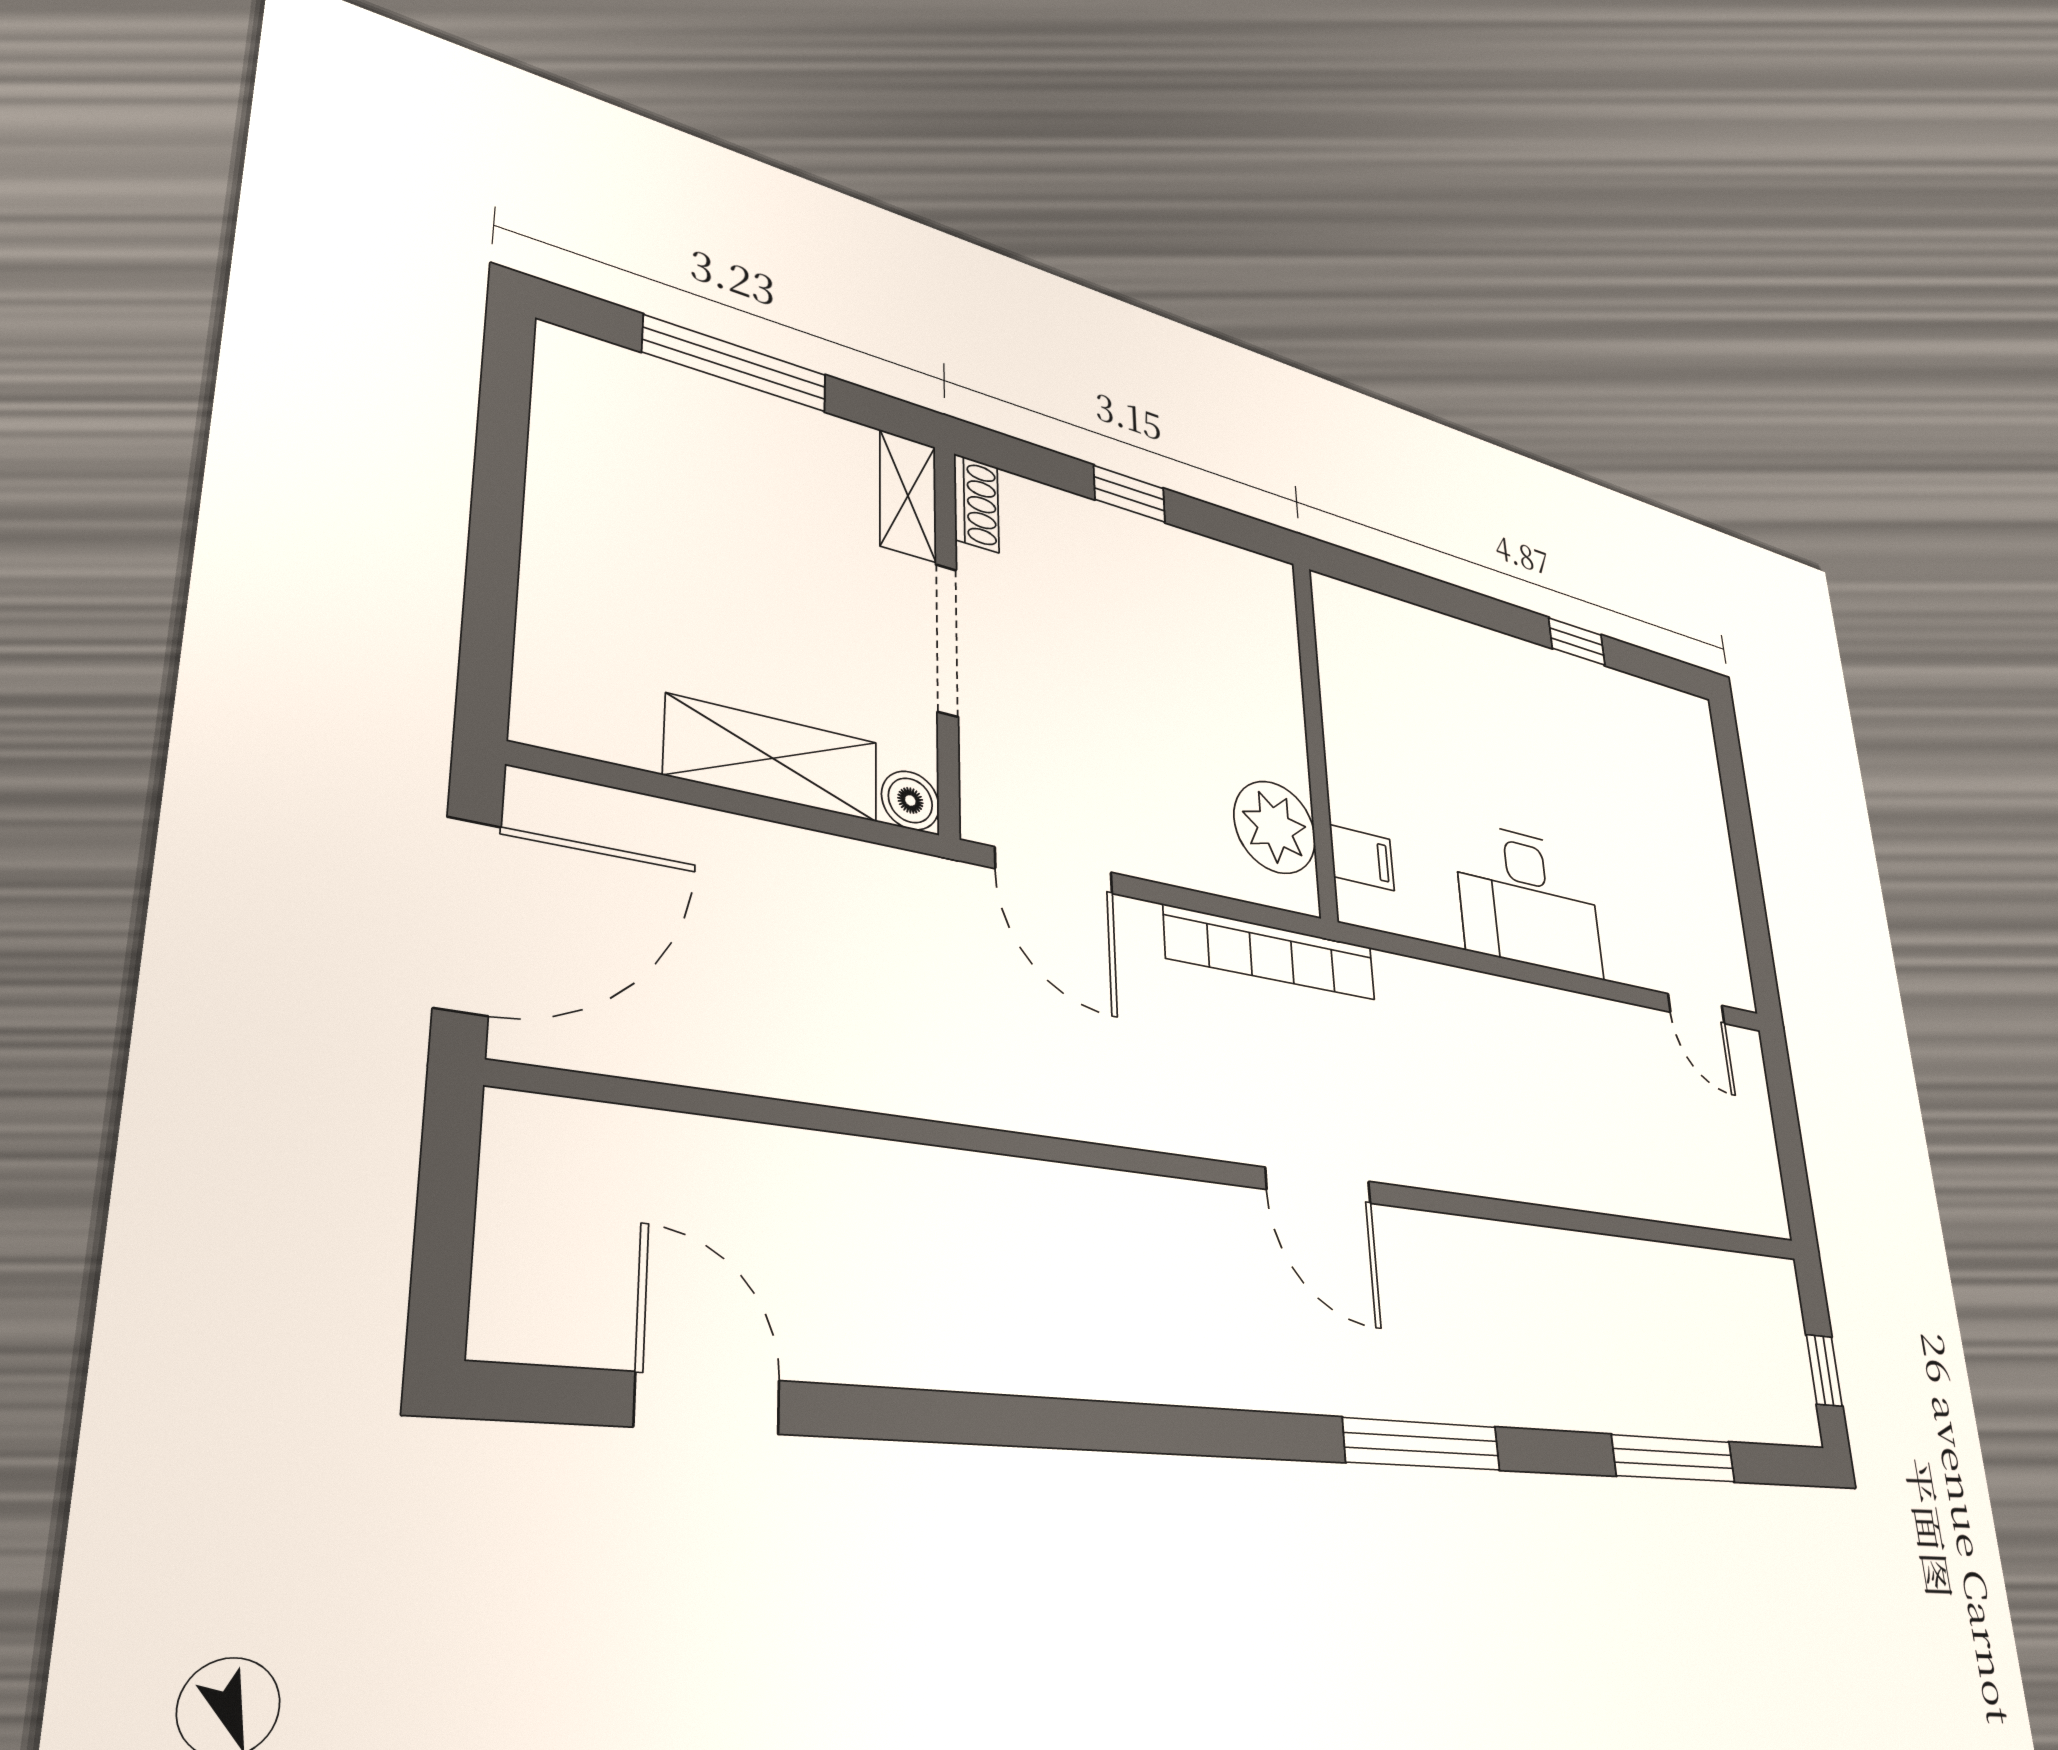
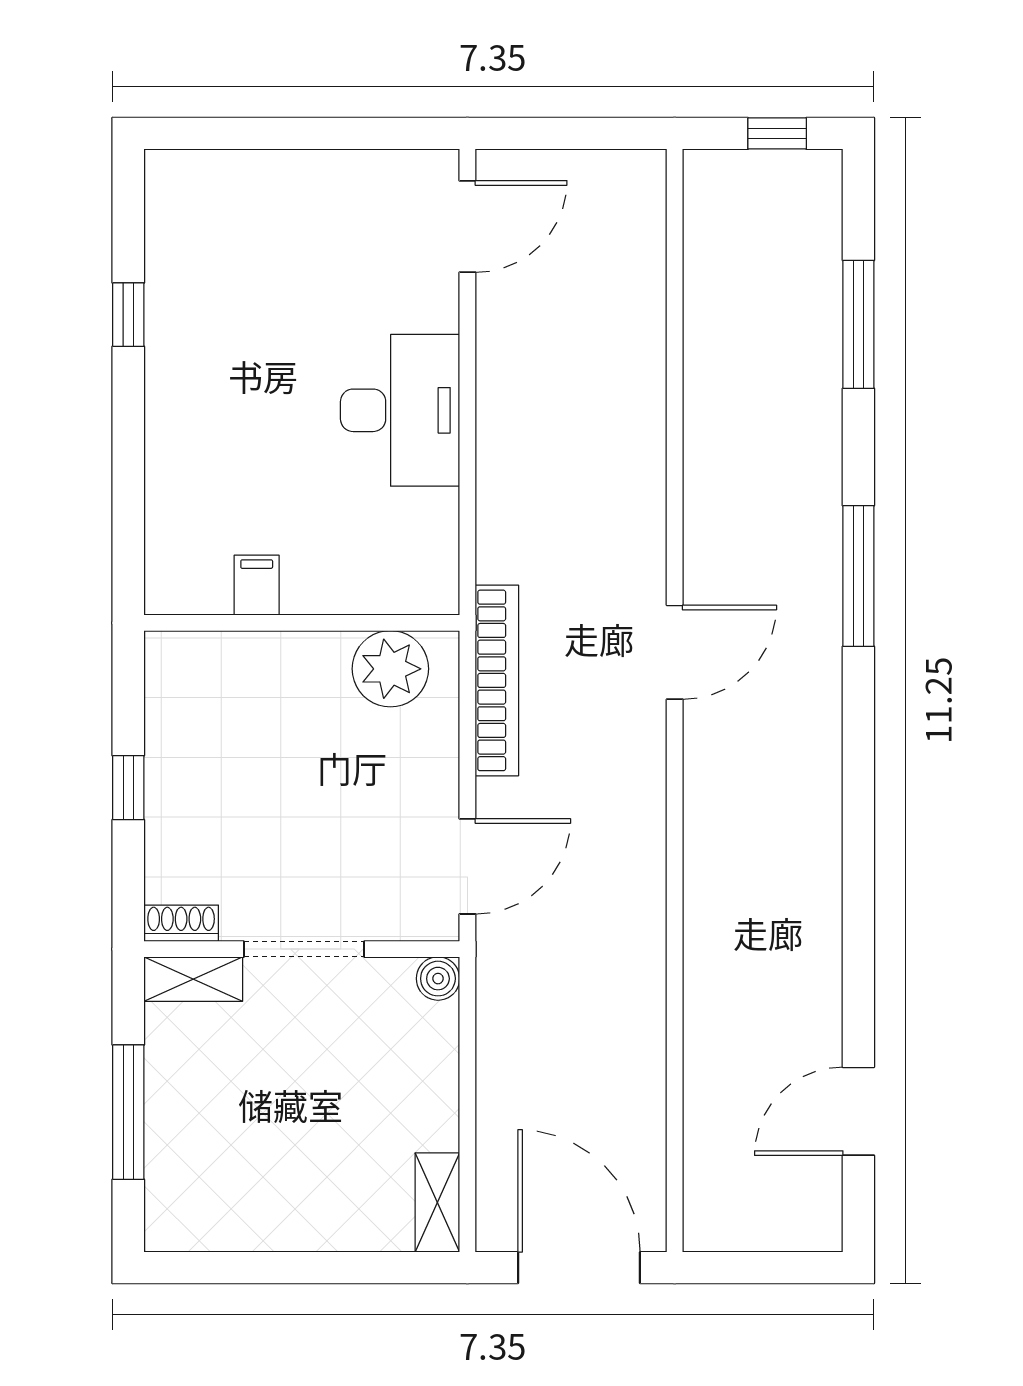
shelving: (773, 758) -> (437, 1202), moved, width x0.67, depth x0.75
filing cabinet: (1362, 858) -> (257, 585), moved
door: (1696, 1009) -> (467, 227), width x1.38

